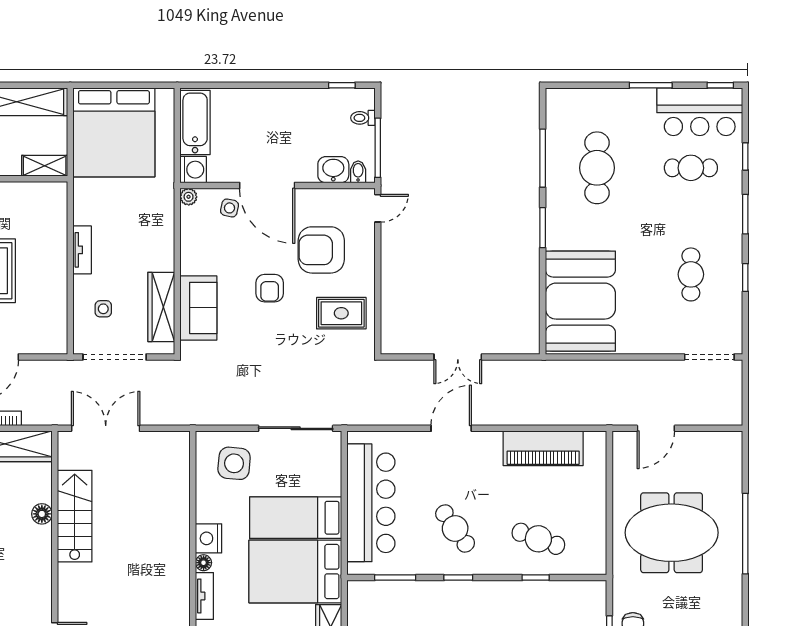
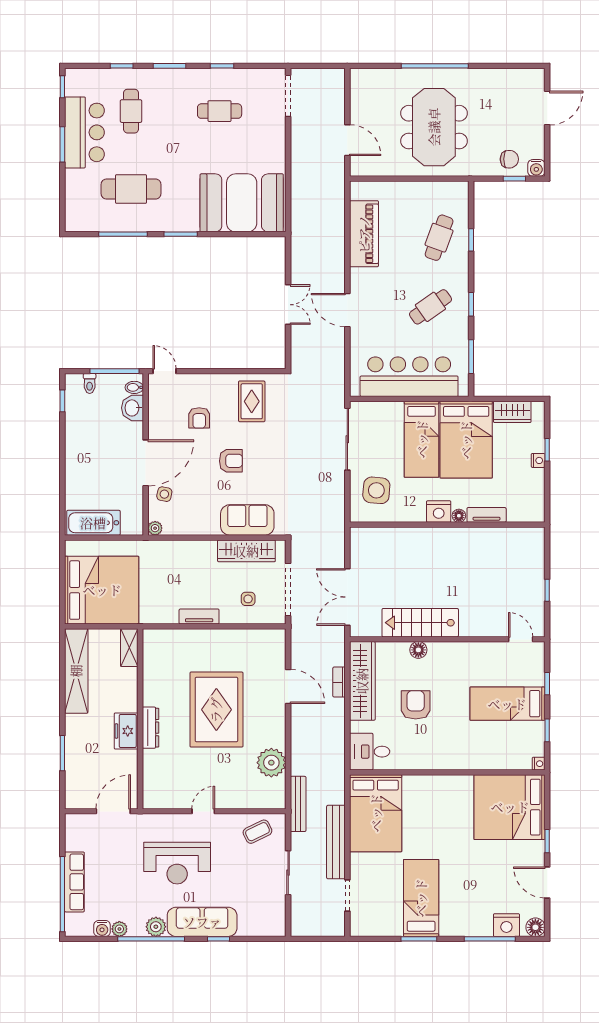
bar counter: (700, 112) -> (84, 132), moved
washing machine: (193, 170) -> (132, 524), removed
armchair: (321, 250) -> (199, 418), width x0.53, depth x0.53

